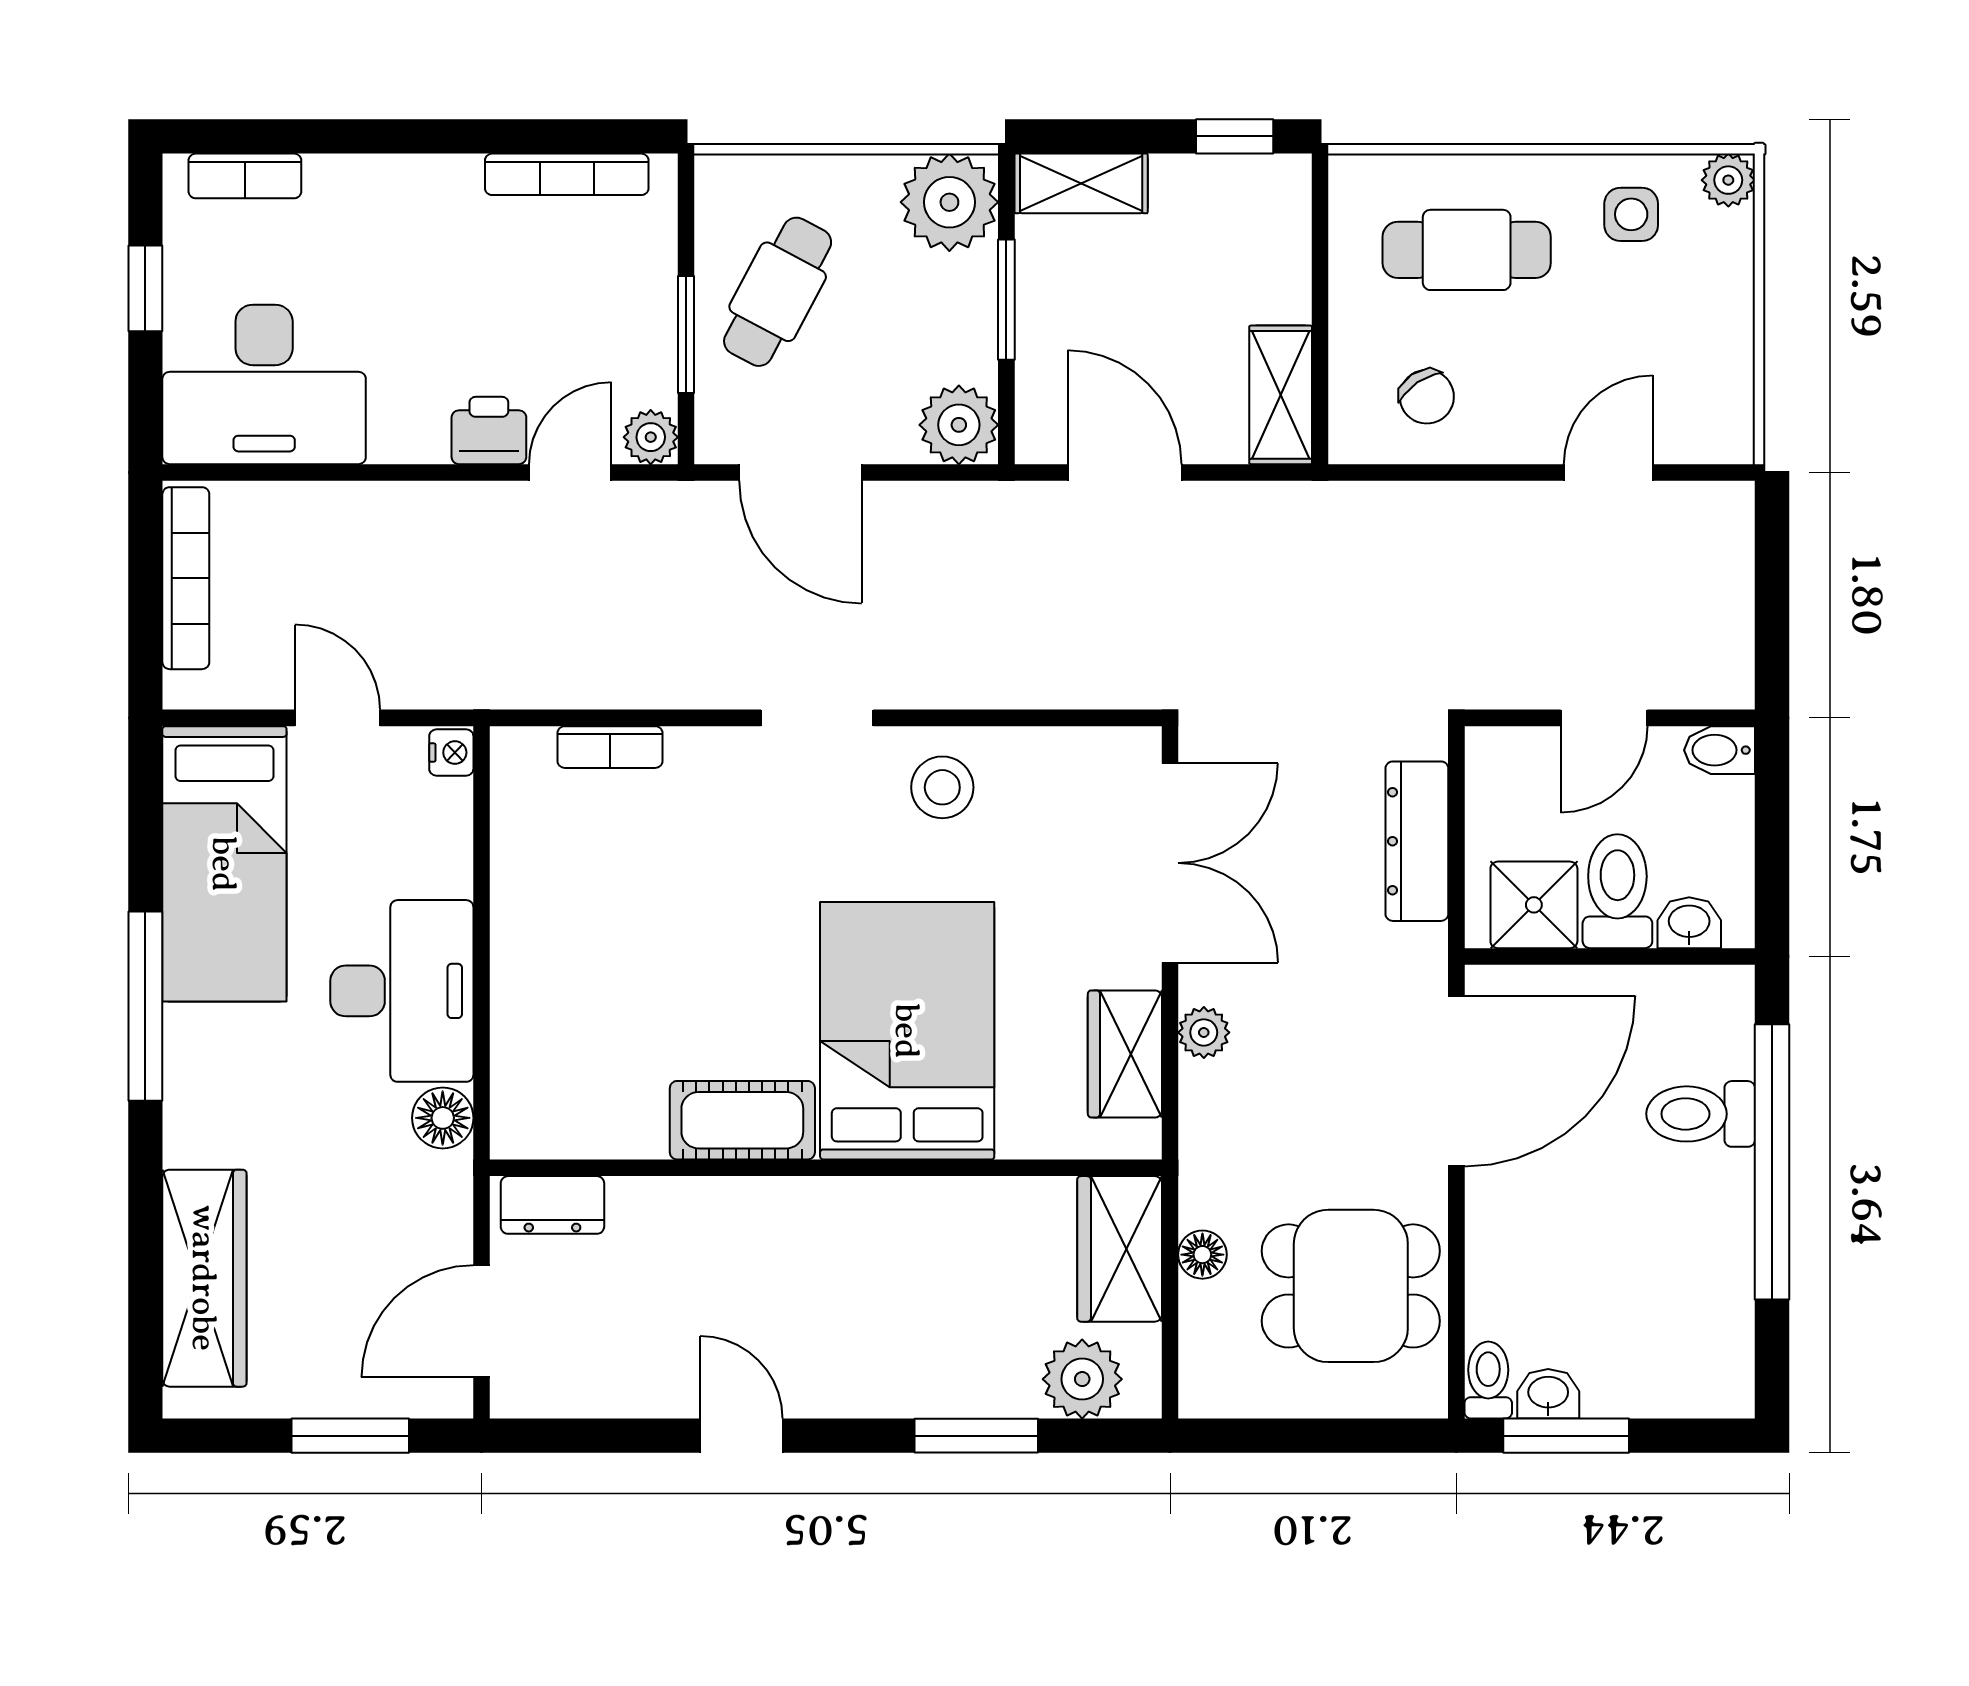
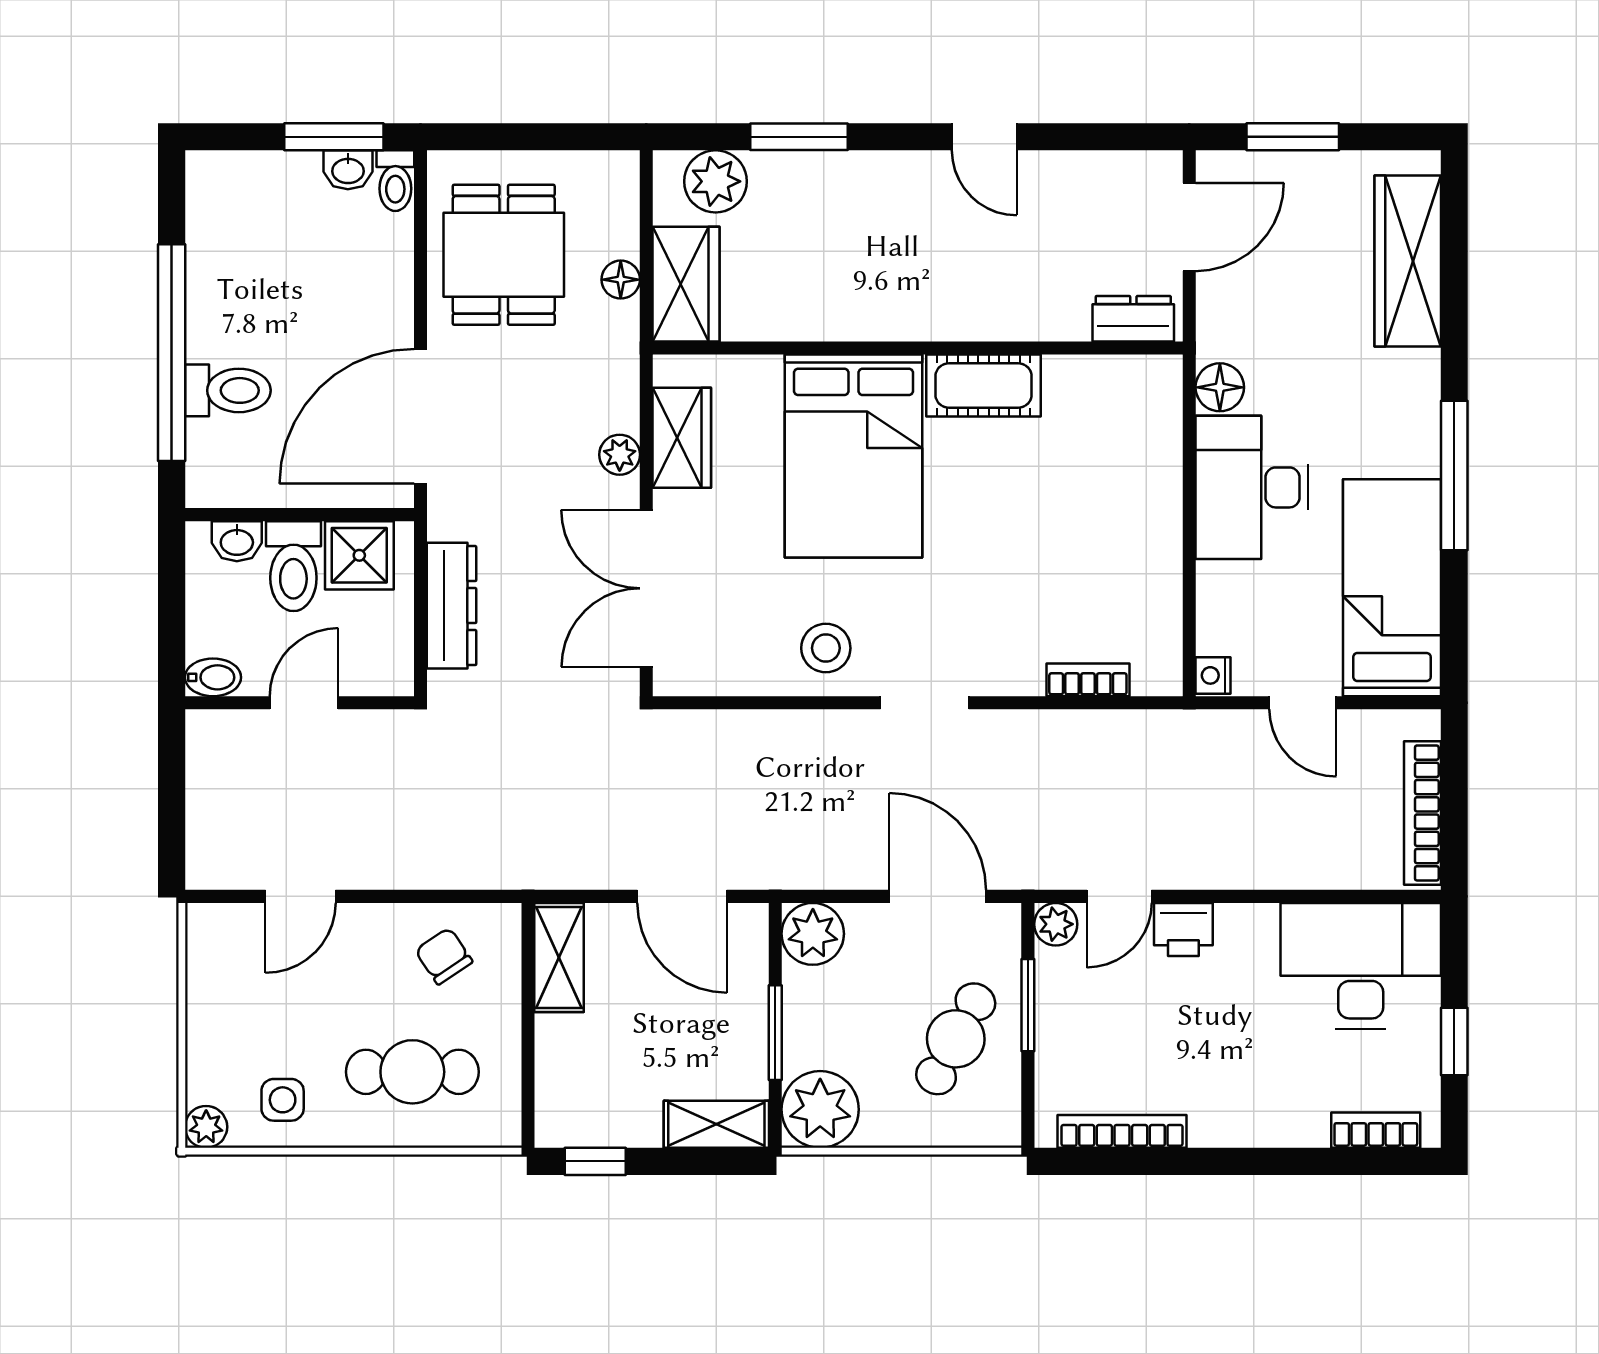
dining table: (1351, 1286) -> (504, 255), turned 90

